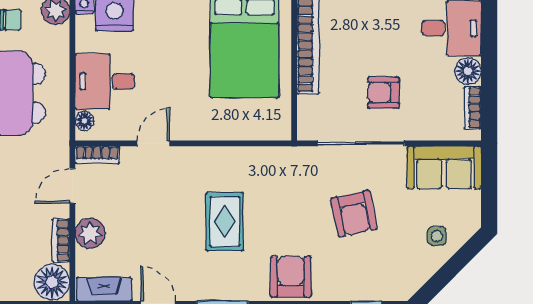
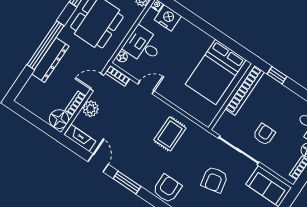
armchair: (384, 93) -> (264, 134), turned 90
rug: (225, 222) -> (170, 134), moved

